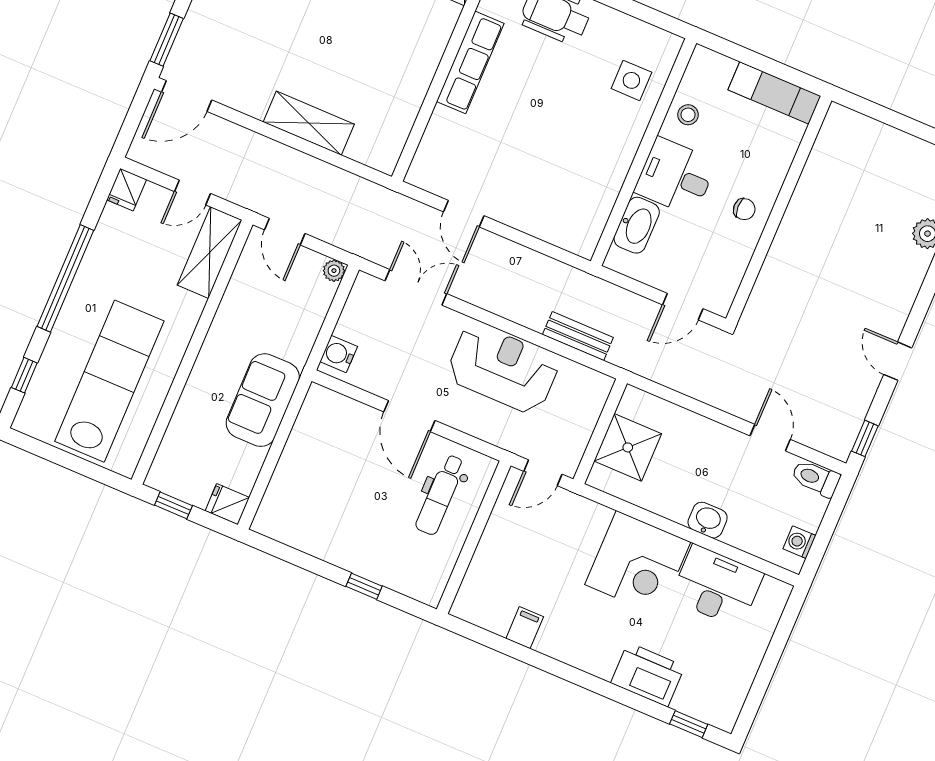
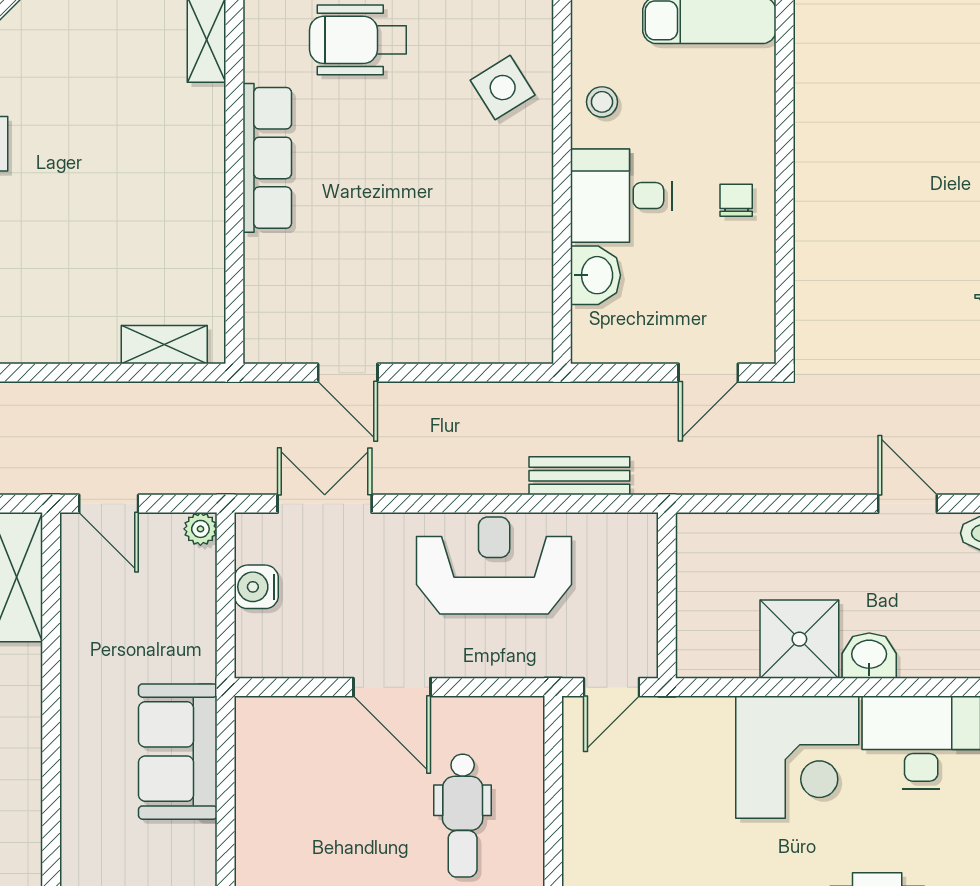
side table: (631, 80) -> (503, 88), turned -32
shelving: (309, 123) -> (164, 345), moved, width x0.67, depth x0.75
chair: (744, 209) -> (736, 200), turned -88
washbasin: (637, 225) -> (596, 275), width x0.72
water cooler: (339, 354) -> (256, 587), moved
shower: (628, 447) -> (799, 639), moved
dental chair: (440, 495) -> (463, 816), moved

